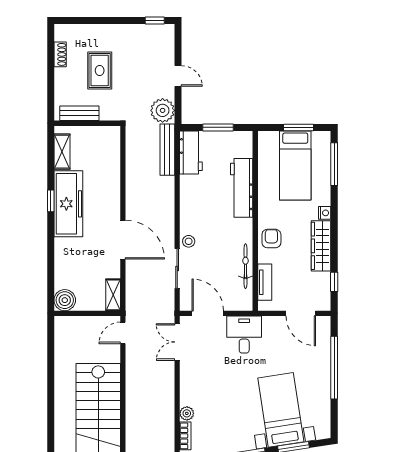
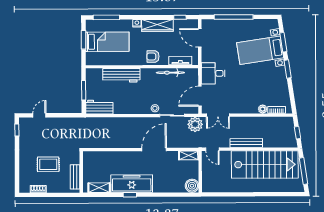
door: (178, 76) -> (39, 115), moved
plant: (163, 110) -> (195, 124), moved
bench: (167, 150) -> (246, 143), moved
door: (301, 313) -> (200, 38), swing flipped

